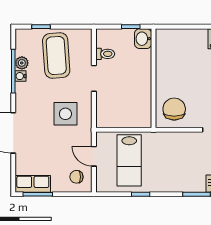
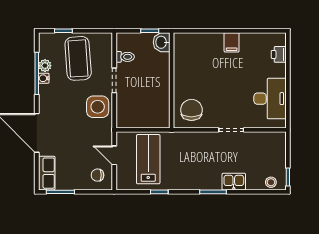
side table: (65, 114) -> (98, 107), moved
lab bench: (129, 160) -> (148, 159), turned 180
row of seats: (33, 184) -> (47, 173), moved, turned 90

